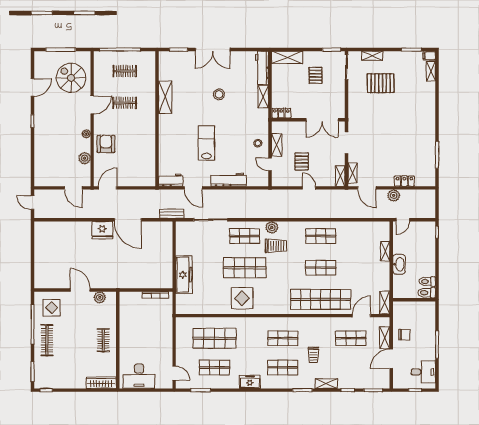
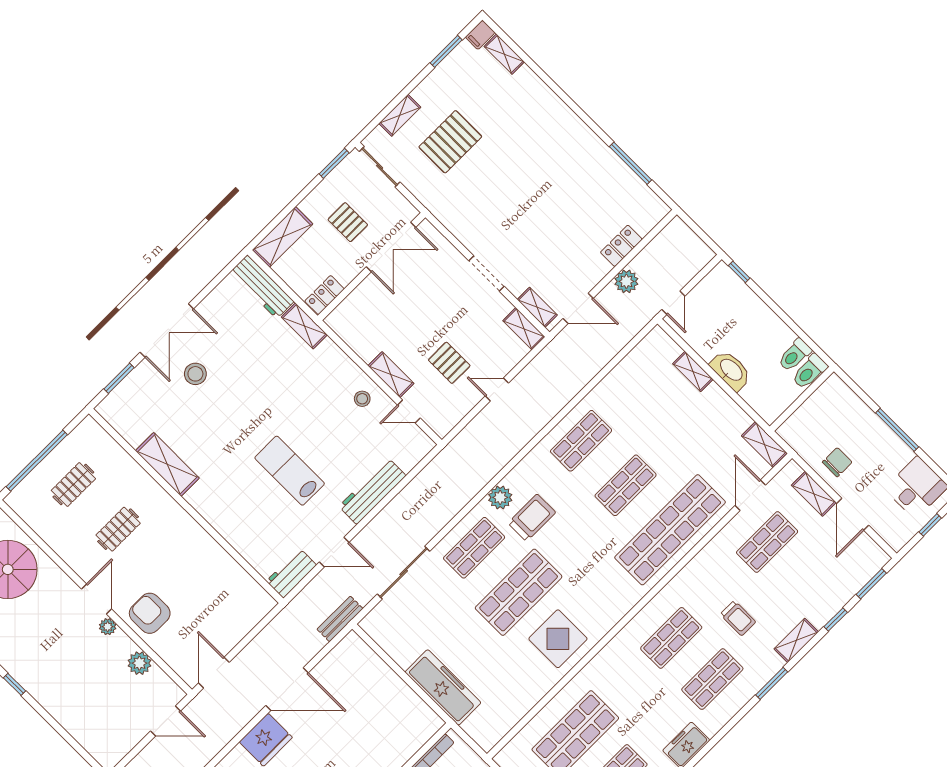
stool: (219, 94) -> (195, 374), moved
door: (92, 105) -> (97, 599), moved
locker: (281, 113) -> (325, 295), moved
wall: (308, 120) -> (372, 266), moved
double door: (322, 120) -> (391, 247), moved

